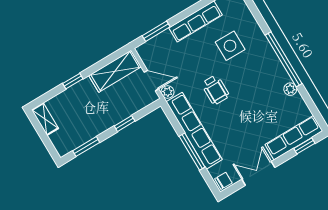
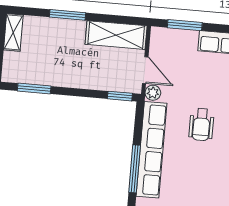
window: (73, 81) -> (68, 15), width x1.50
window: (125, 124) -> (120, 96), moved

